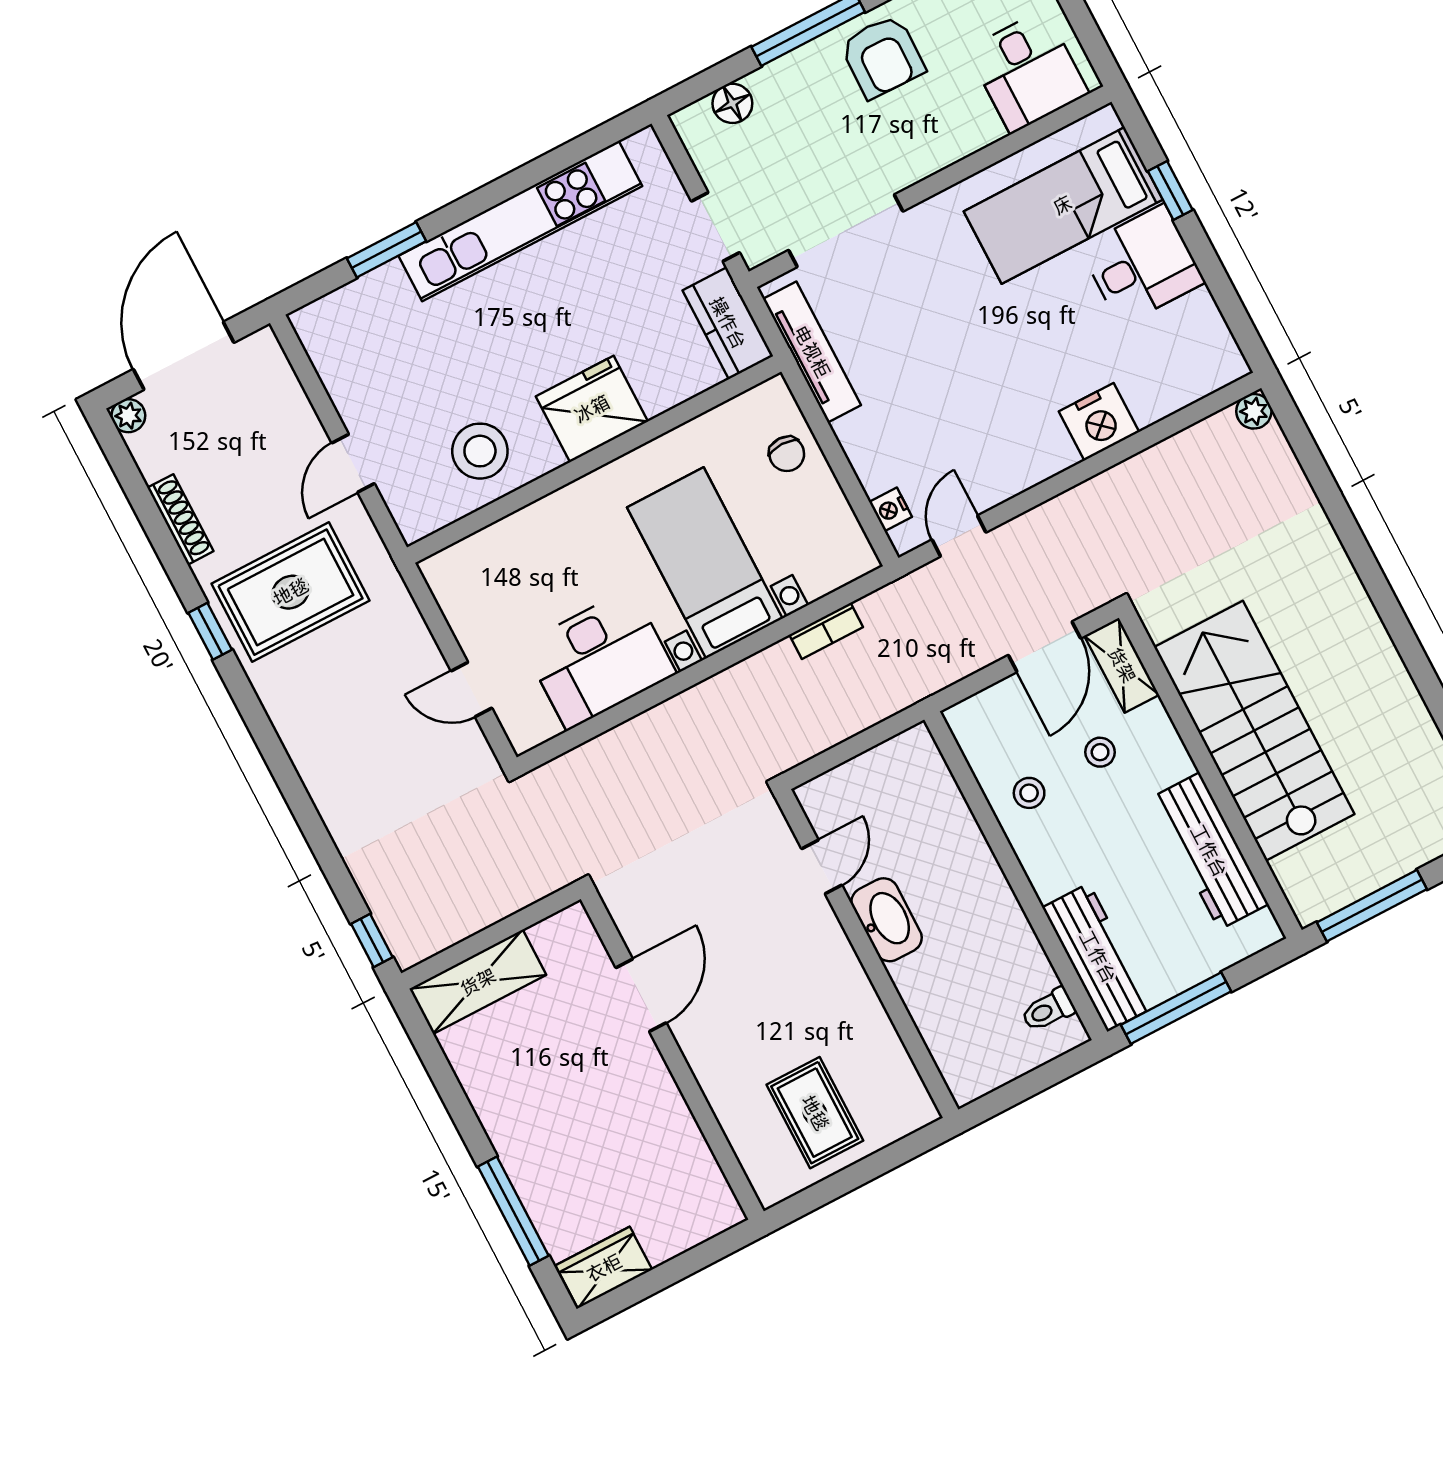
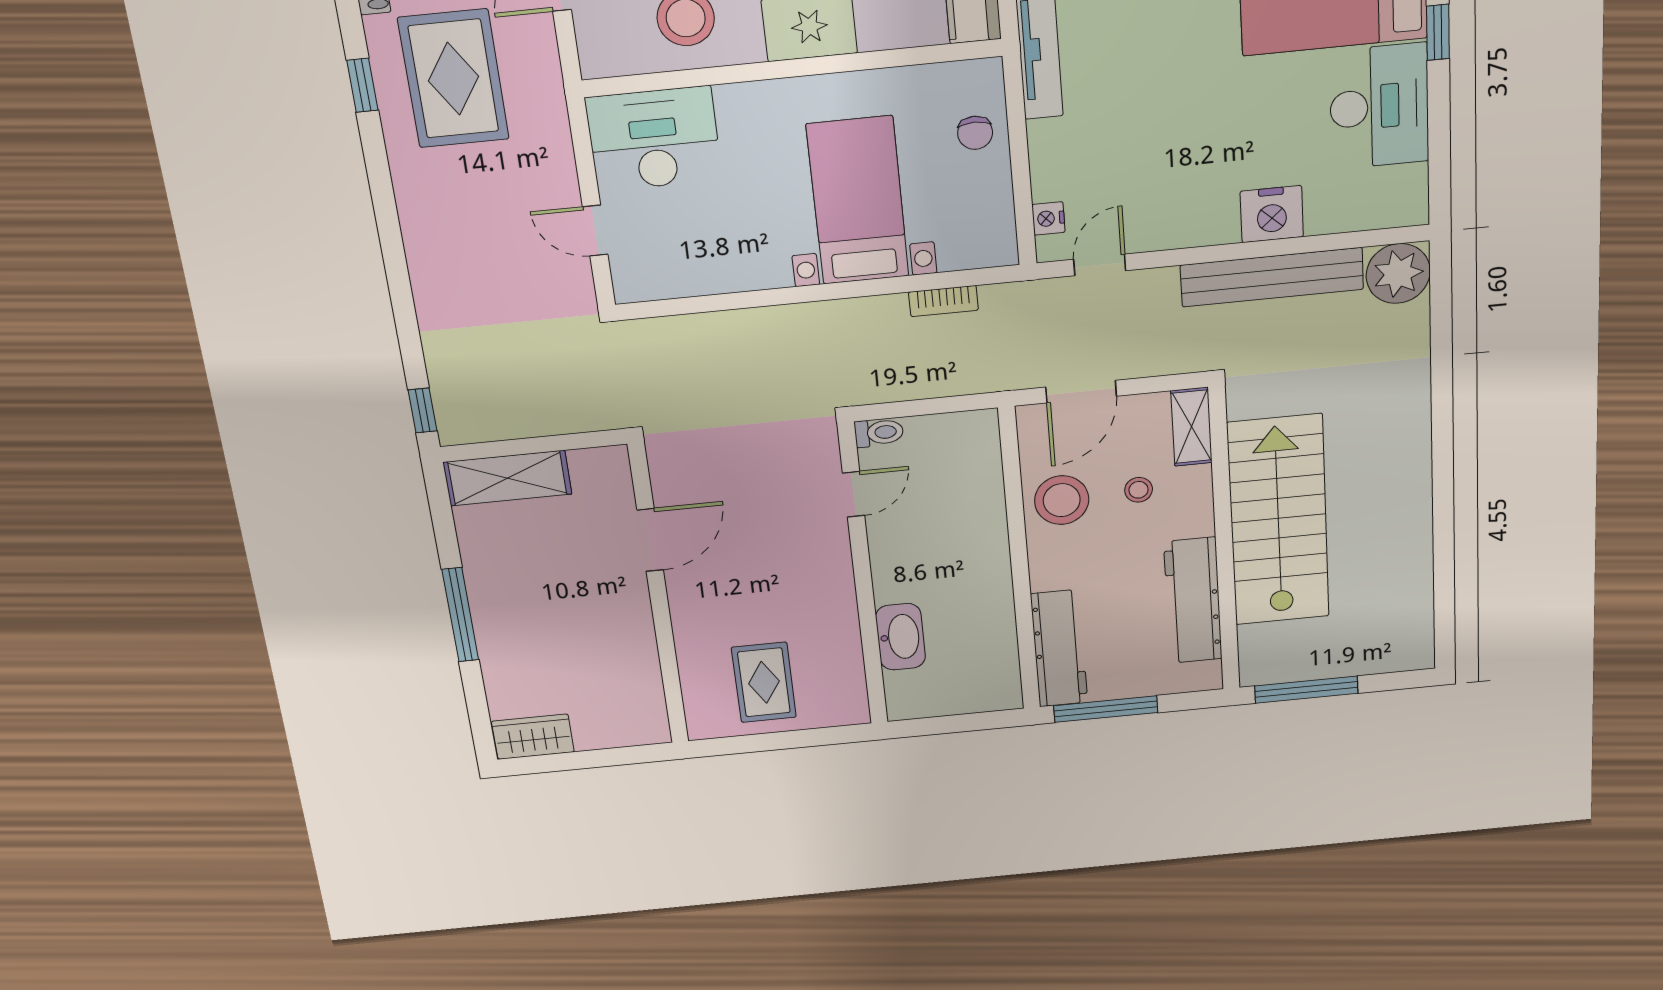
desk: (1142, 265) -> (1379, 106), width x1.37
plant: (1254, 411) -> (1398, 274), width x1.88, depth x1.88
bench: (1128, 483) -> (1272, 277), added
rug: (291, 592) -> (454, 79), turned 90
door: (1045, 647) -> (1081, 392), moved
desk: (599, 659) -> (654, 139), moved, turned 180
stool: (1029, 793) -> (1062, 500), width x1.89, depth x1.89
washbasin: (887, 920) -> (900, 637), moved
toilet: (1048, 1010) -> (879, 433), moved, turned 180
window: (513, 1211) -> (460, 615), moved

